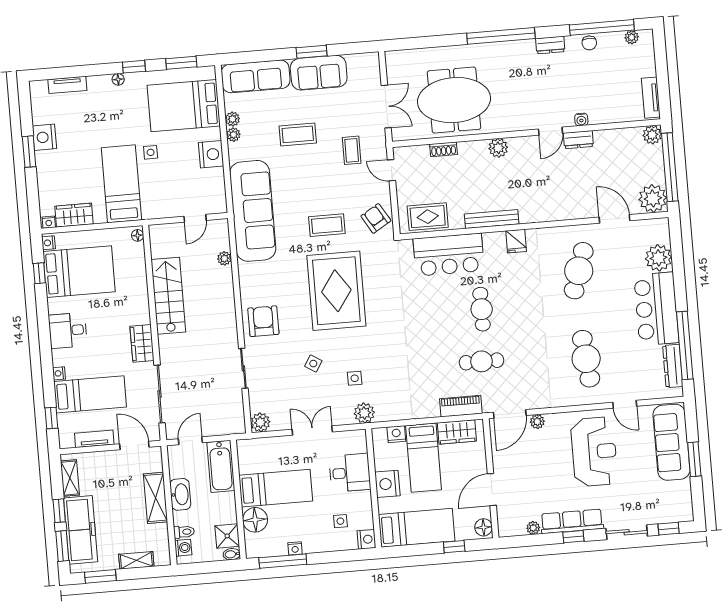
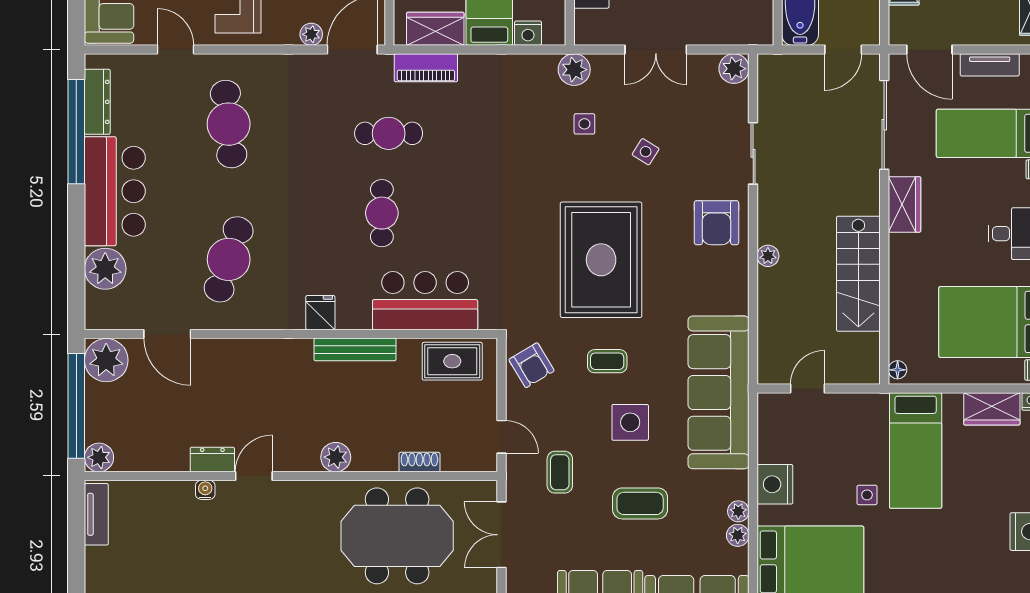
side table: (309, 187) -> (630, 422), added
coffee table: (327, 225) -> (607, 361), width x0.73, depth x0.77
plant: (224, 258) -> (768, 256), moved

